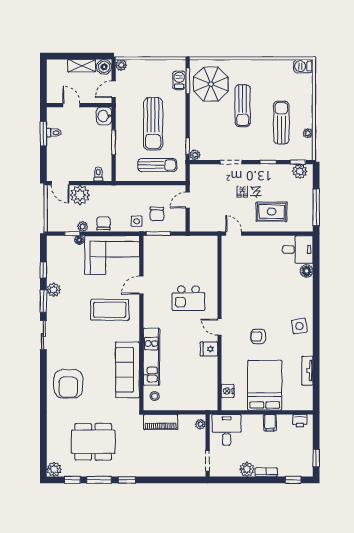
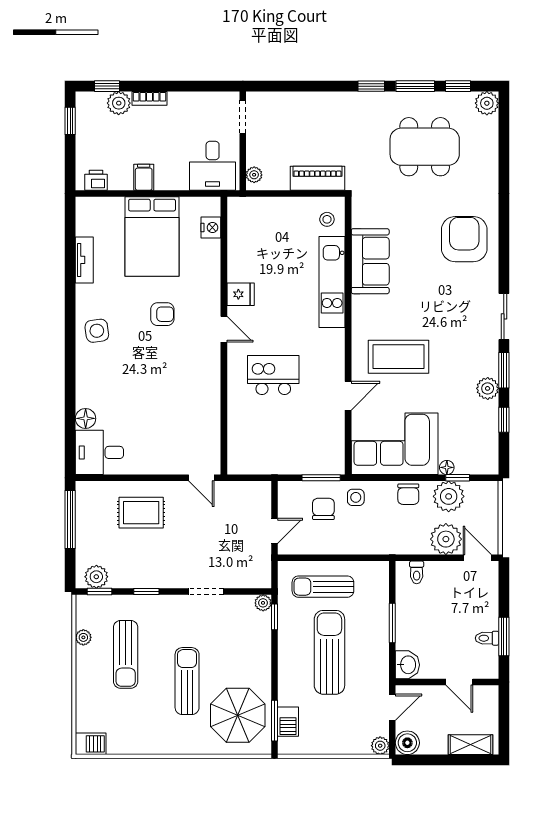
shelving: (82, 66) -> (471, 745), moved
plant: (83, 226) -> (449, 496), width x1.88, depth x1.88
sofa: (128, 370) -> (370, 261), width x0.73
plant: (247, 469) -> (119, 103), moved

